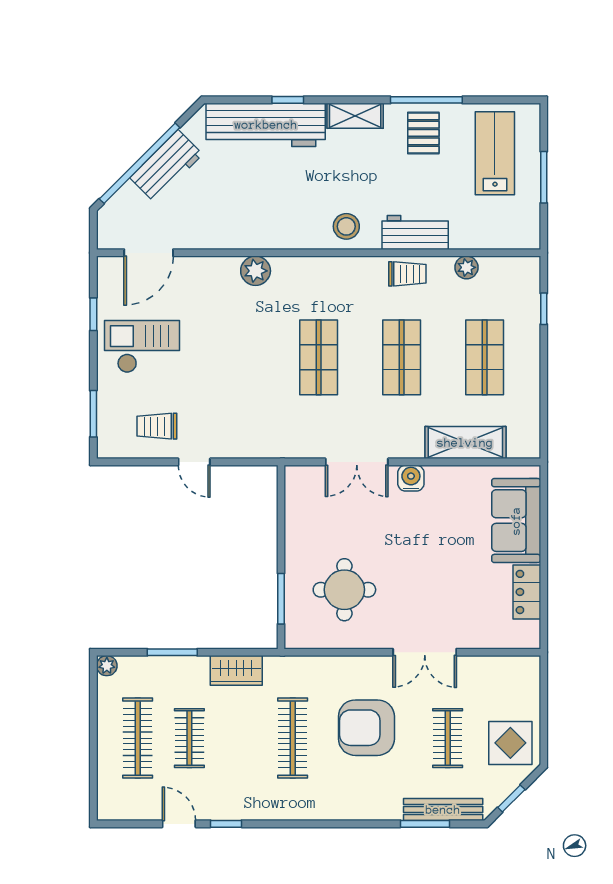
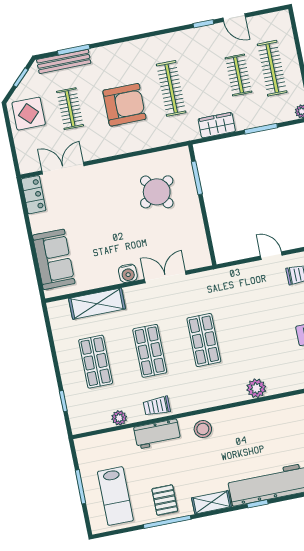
round table: (344, 590) -> (157, 192), turned -34
locker: (527, 592) -> (34, 195), moved
double door: (425, 652) -> (63, 168), moved

